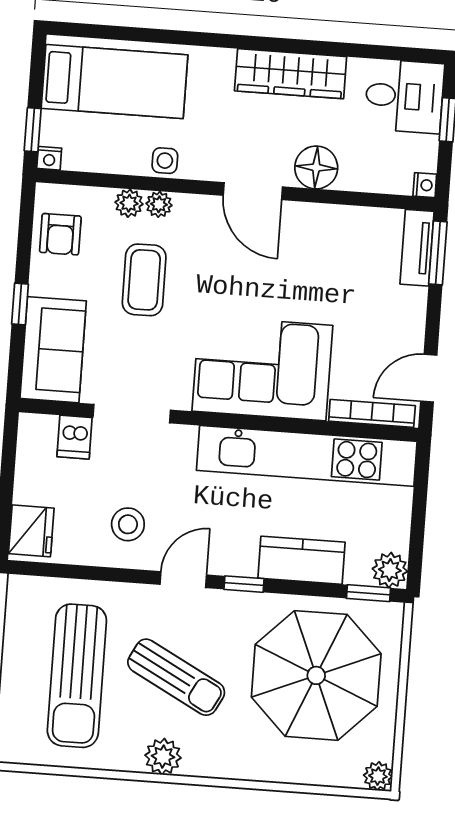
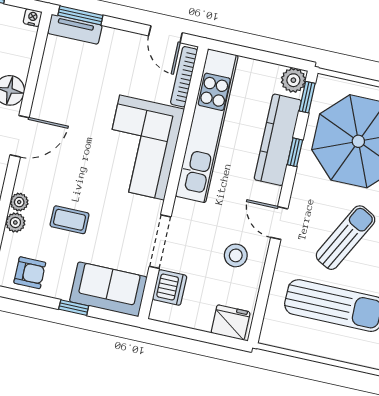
coffee table: (144, 280) -> (70, 220), width x0.73, depth x0.77
dishwasher: (75, 437) -> (170, 287), width x1.38
kitchen counter: (302, 560) -> (278, 140), width x1.50
window: (244, 584) -> (295, 152), moved

